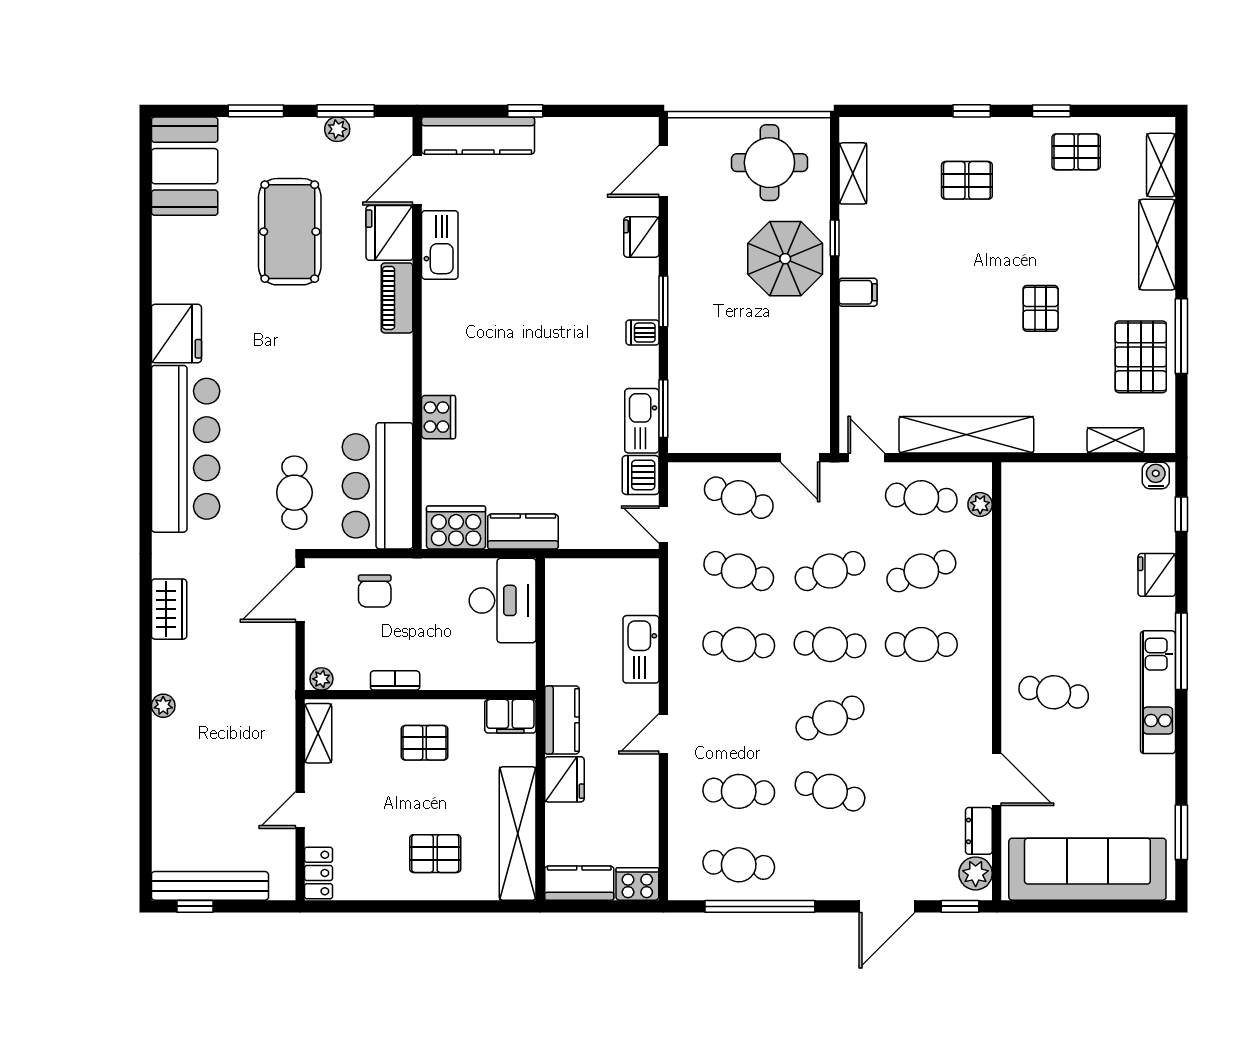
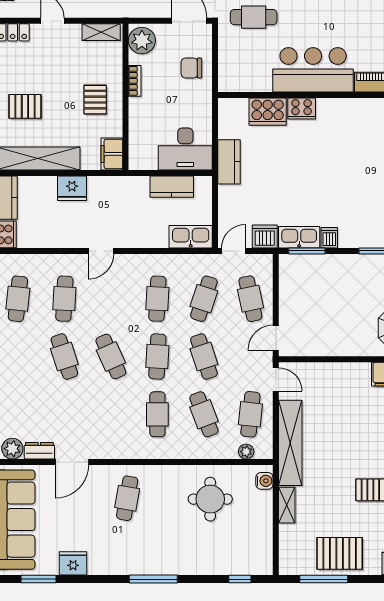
dishwasher: (643, 333) -> (329, 238), moved
window: (1181, 336) -> (324, 579), moved
shelving: (1116, 440) -> (287, 505), moved
door: (866, 458) -> (276, 379), hinge flipped
water cooler: (1156, 476) -> (264, 481), moved
bar counter: (378, 486) -> (313, 70), moved
cafe table: (739, 498) -> (250, 299), turned -33
cooker: (456, 527) -> (268, 112), moved, turned 90
round table: (1055, 561) -> (210, 499), added
fridge: (1157, 575) -> (73, 563), moved
kitchen sink: (641, 649) -> (191, 237), moved
plant: (321, 679) -> (142, 41), width x1.87, depth x1.87
kitchen unit: (1158, 692) -> (127, 564), removed
kitchen counter: (562, 720) -> (172, 187), moved
door: (663, 734) -> (101, 251), swing flipped
cafe table: (830, 791) -> (64, 356), turned -36
pallet: (435, 854) -> (25, 106), turned 90

